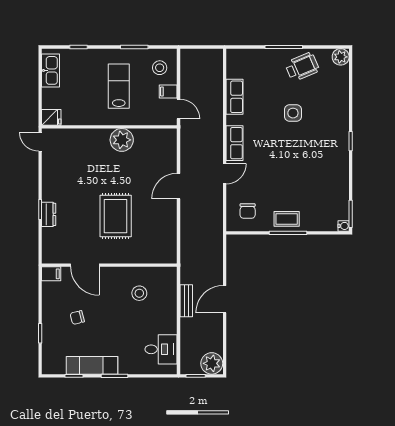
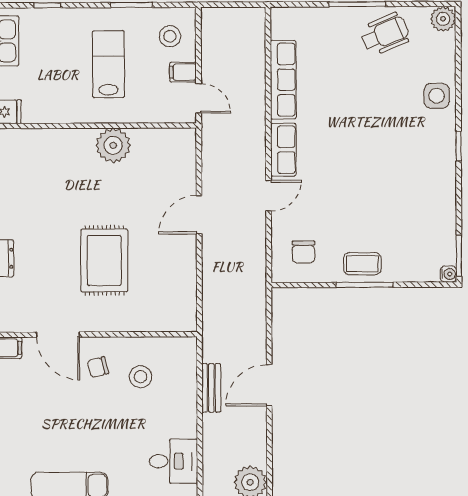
row of seats: (235, 97) -> (283, 80), width x1.48
side table: (293, 113) -> (437, 96), moved
chair: (77, 318) -> (98, 367), moved

